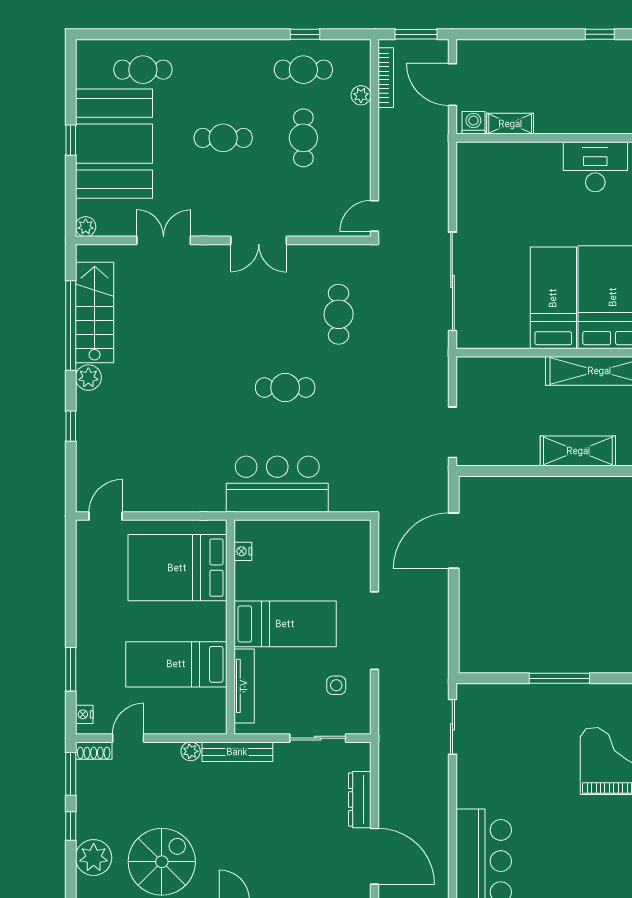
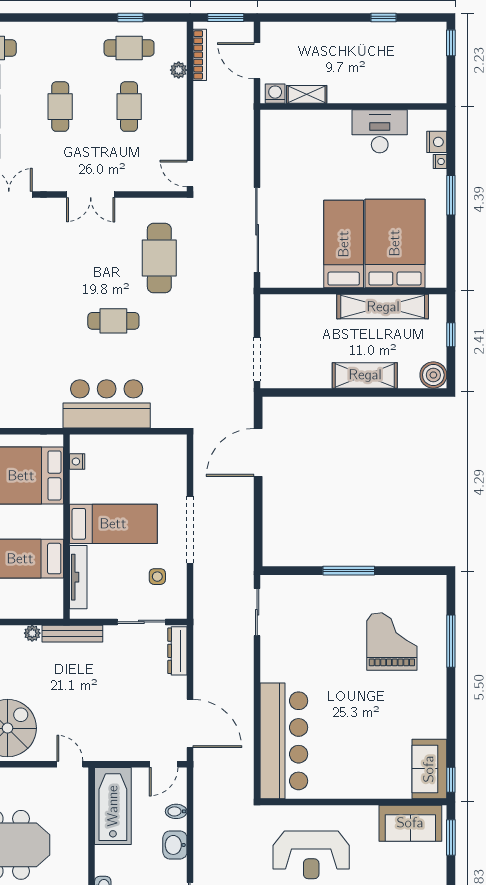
cafe table: (223, 138) -> (60, 107), turned 90
door: (374, 216) -> (190, 174), hinge flipped
cafe table: (339, 314) -> (159, 258), width x1.37, depth x1.35
dresser: (360, 800) -> (177, 651), moved

